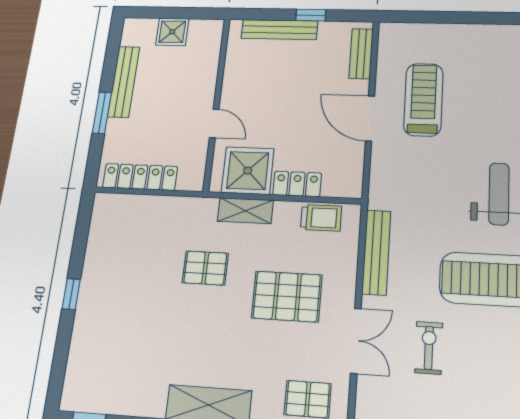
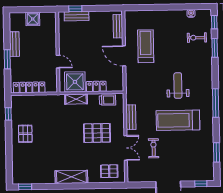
window: (311, 15) -> (75, 9), moved
bench: (279, 30) -> (77, 16), width x0.73
bench: (124, 82) -> (14, 44), width x0.73
bench: (376, 252) -> (131, 117), width x0.73
pallet: (205, 268) -> (25, 134), moved, turned 90
window: (71, 294) -> (8, 114), moved

